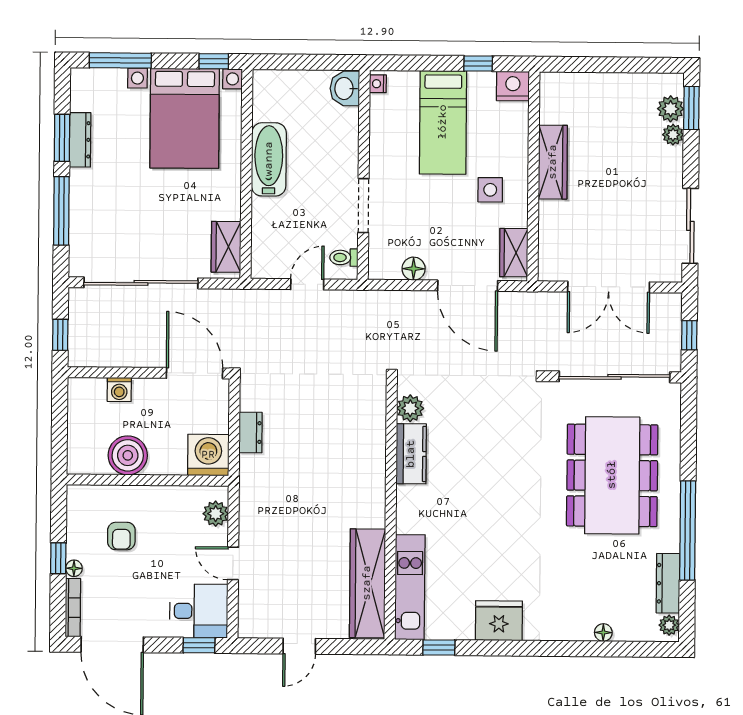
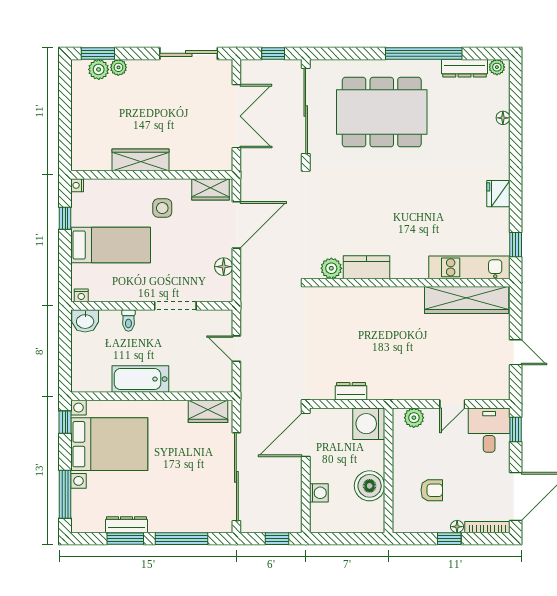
nightstand: (513, 86) -> (77, 185), width x0.53, depth x0.56
toilet: (344, 257) -> (128, 320), moved
fridge: (499, 621) -> (498, 194), width x0.73, depth x0.75

